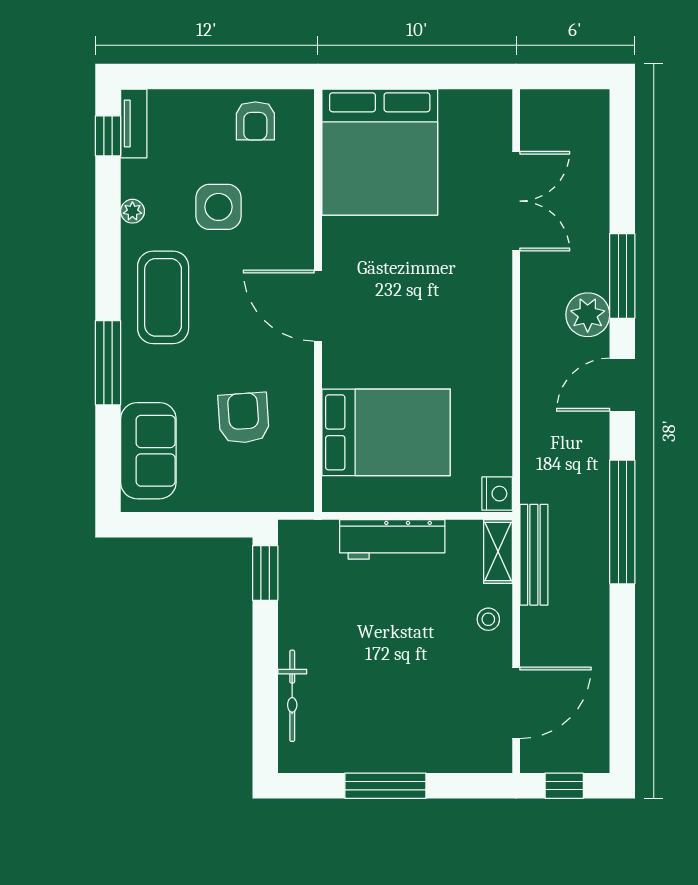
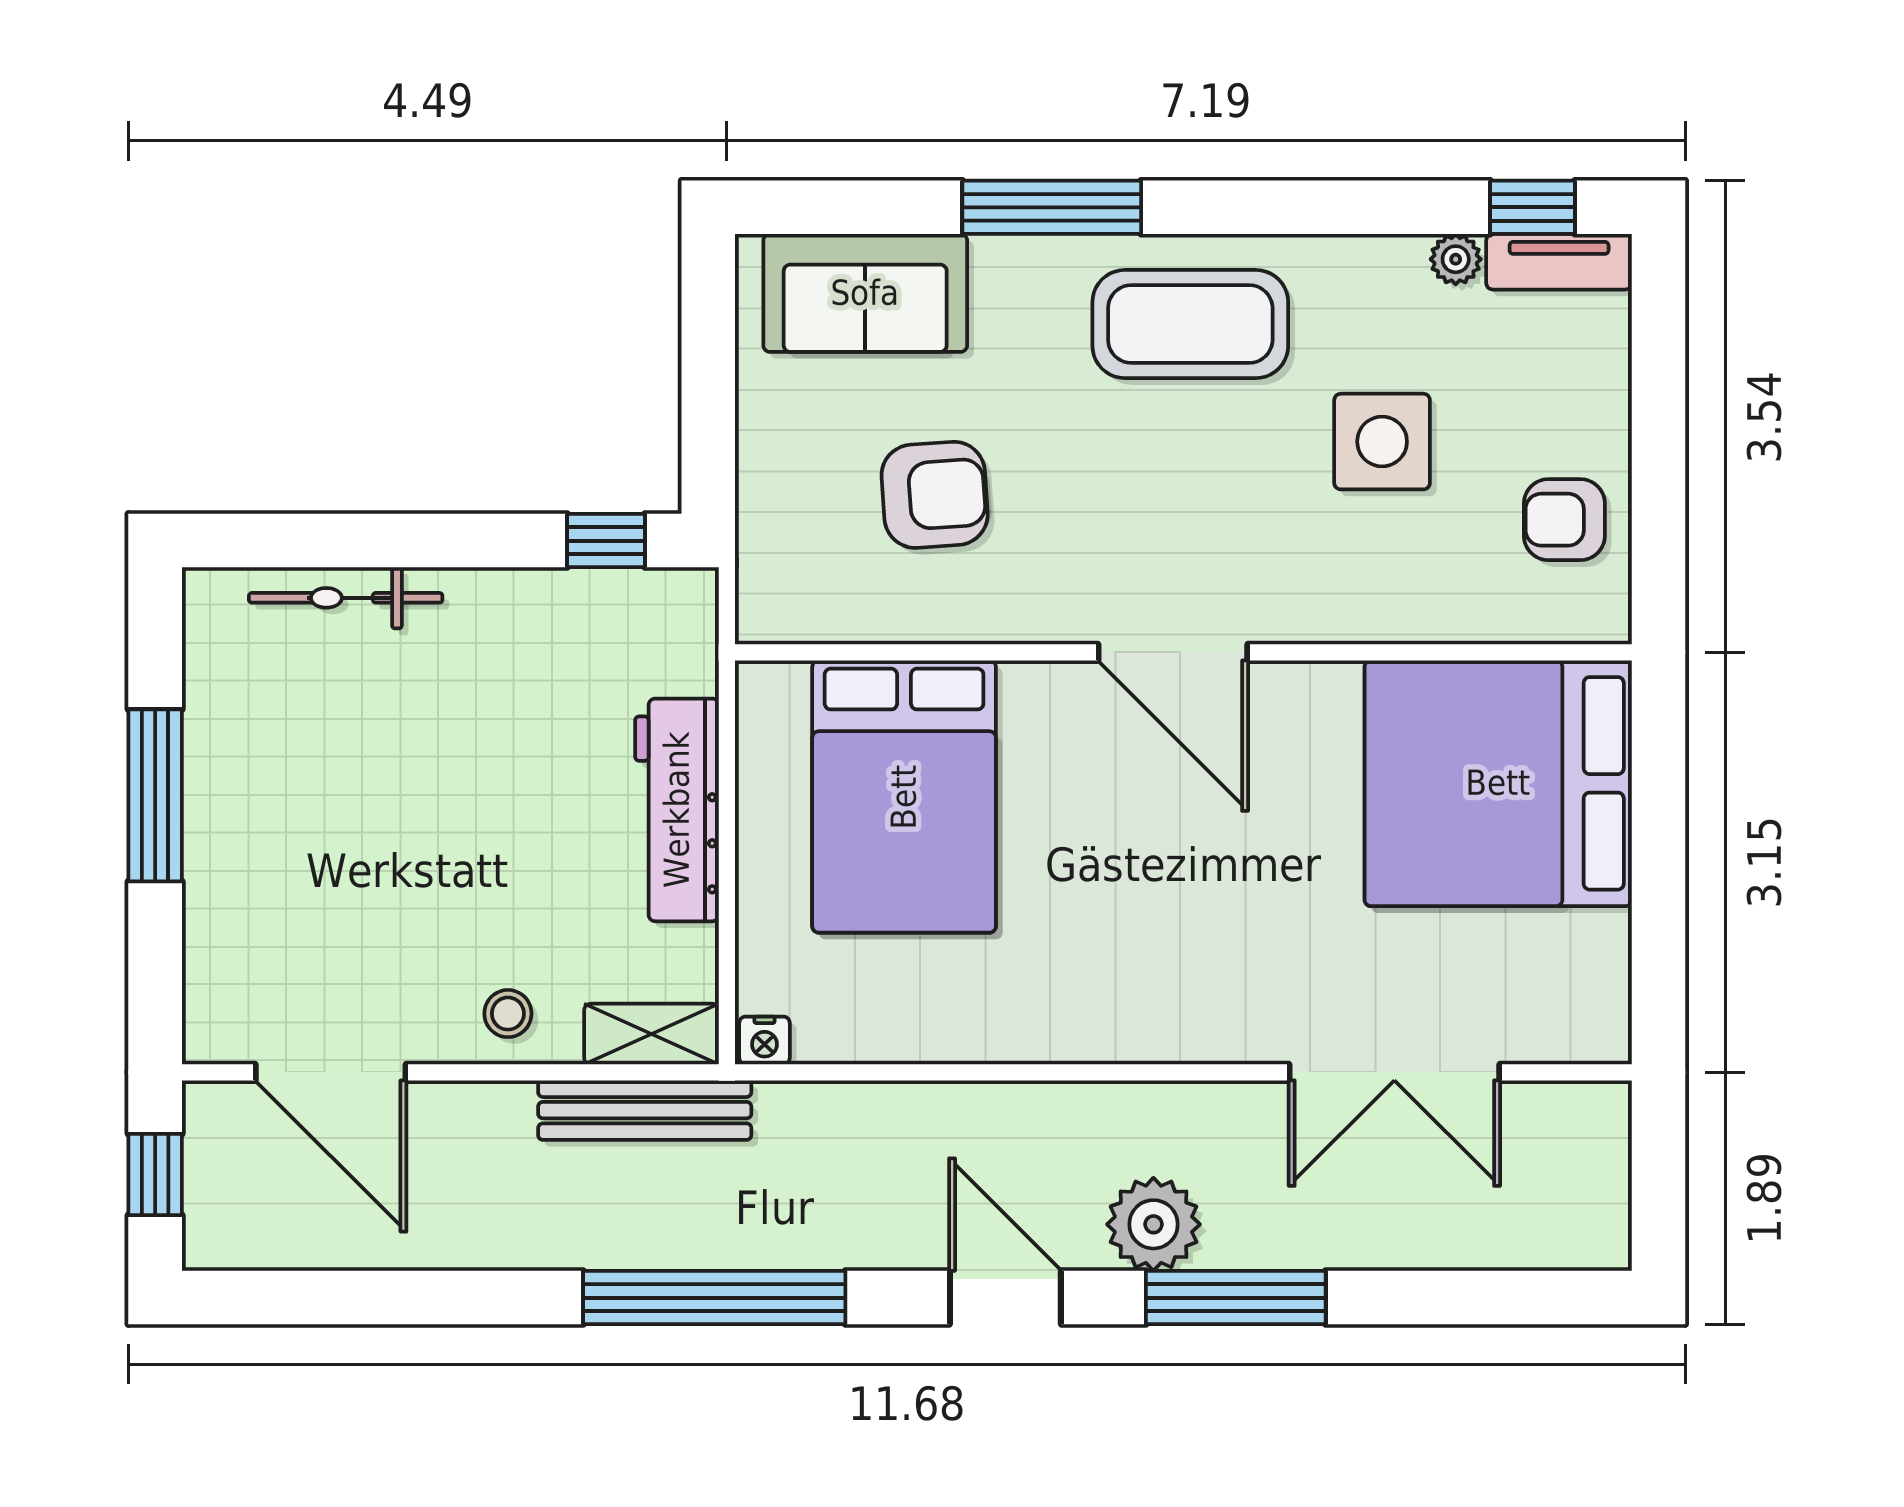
plant: (132, 211) -> (1456, 259), moved
door: (318, 306) -> (1173, 652), swing flipped
nightstand: (497, 494) -> (765, 1040), width x0.72, depth x0.74
window: (265, 573) -> (606, 541), width x0.67

